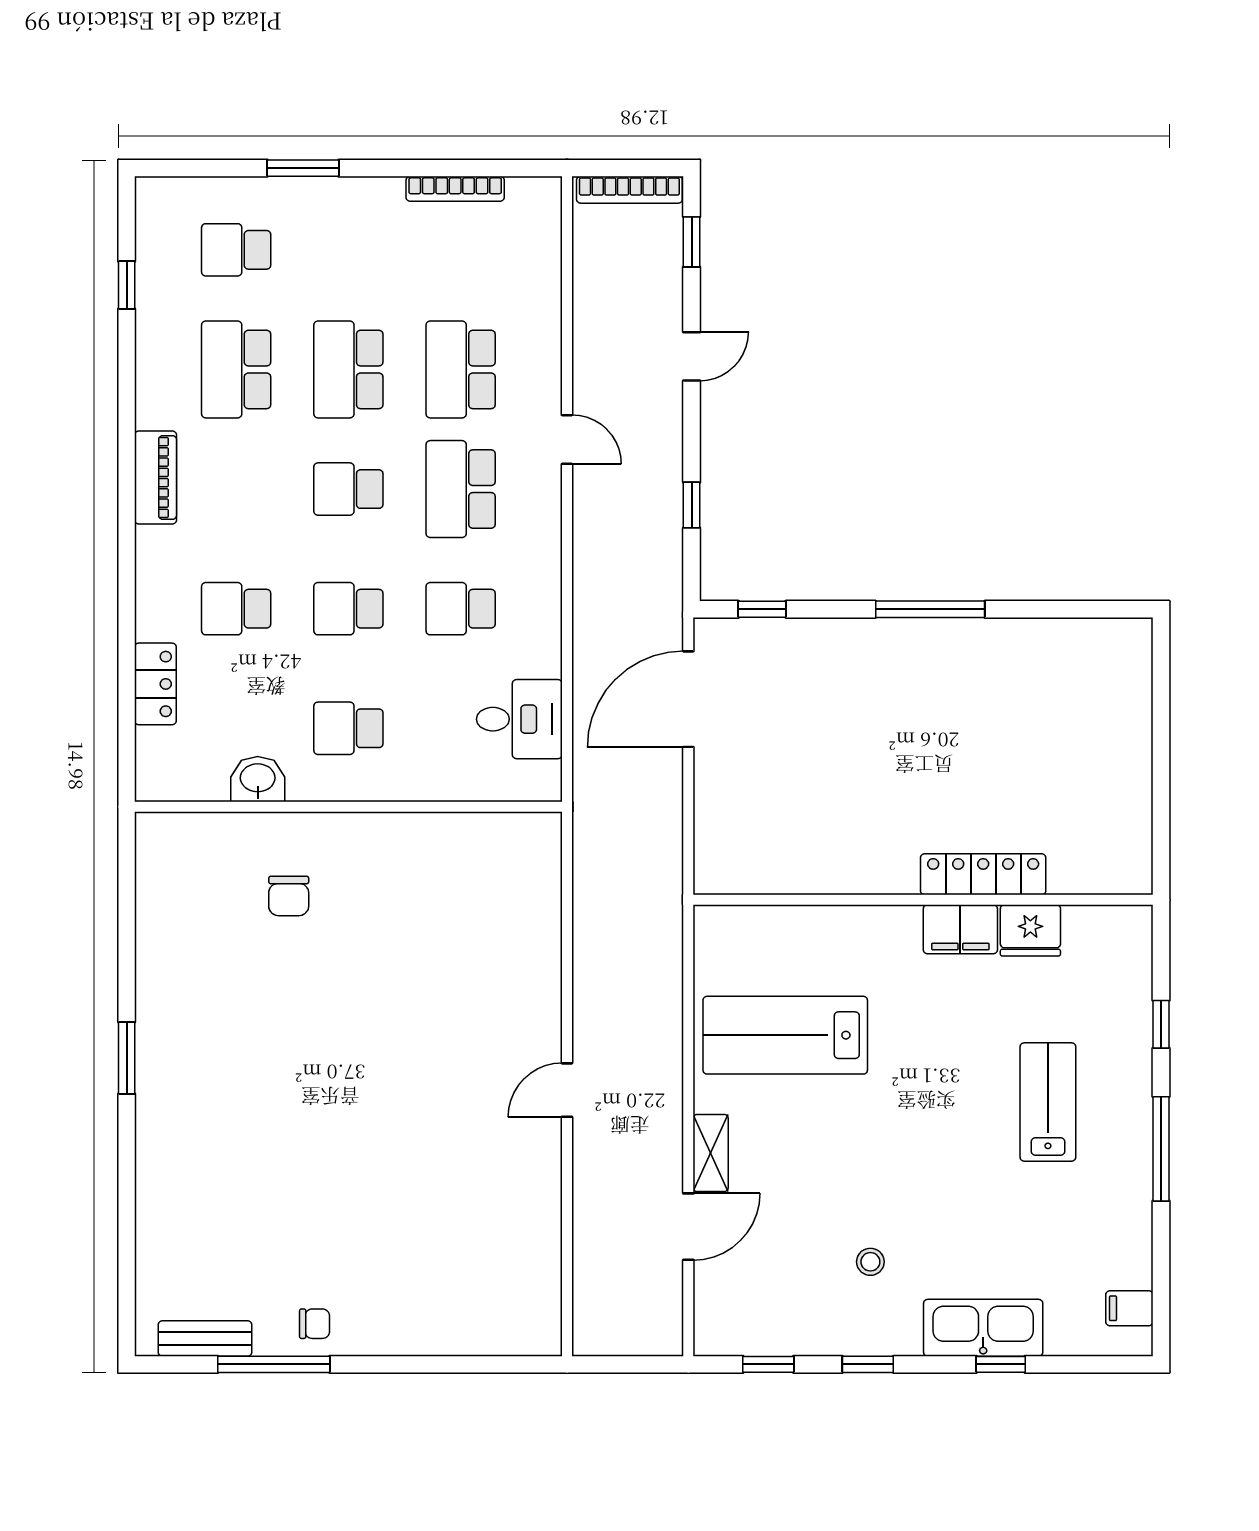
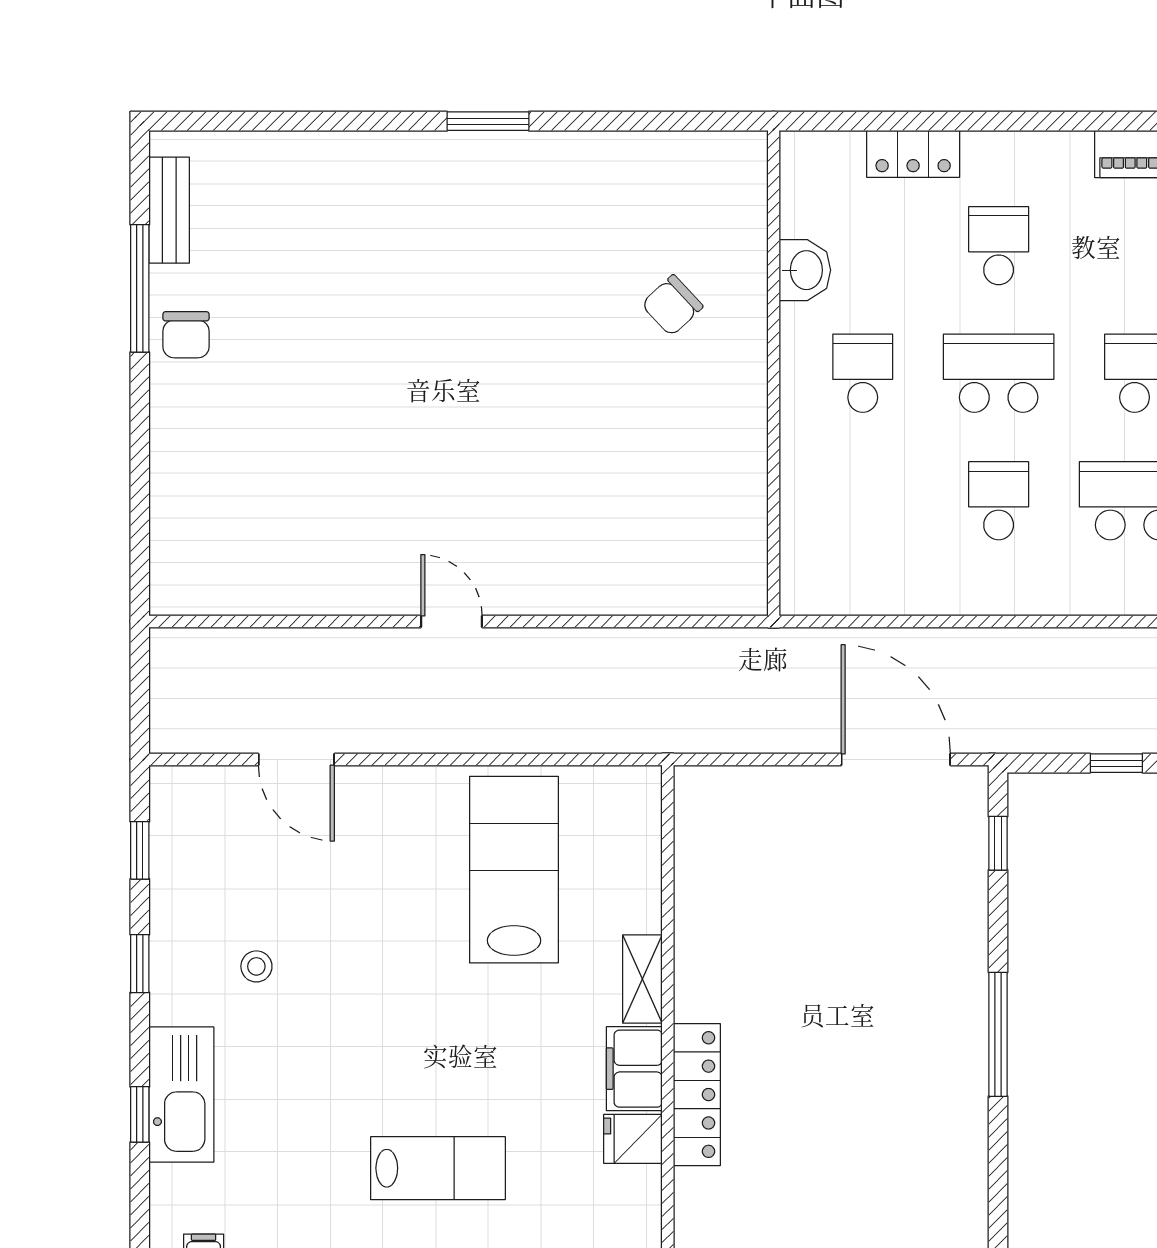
school desk: (348, 609) -> (999, 373), width x1.85
desk: (519, 719) -> (873, 567), removed
chair: (289, 896) -> (672, 305), turned -43
fridge: (1030, 930) -> (633, 1139), width x0.72
shelving: (711, 1153) -> (642, 979), moved, turned 90
chair: (315, 1324) -> (186, 335), width x1.37, depth x1.37

